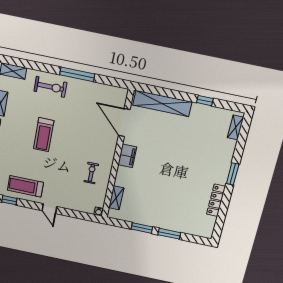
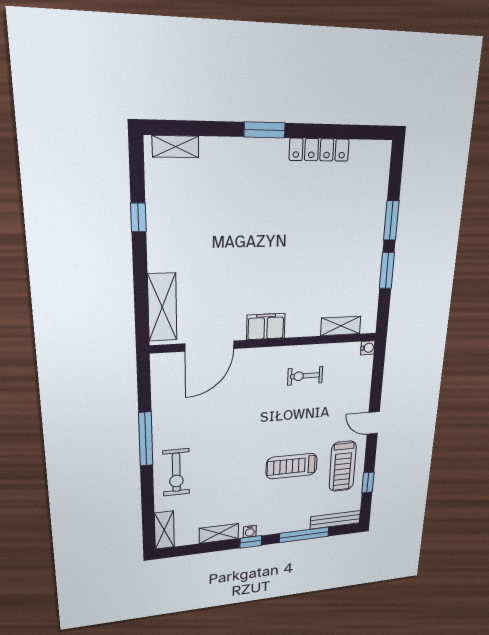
exercise bike: (50, 87) -> (176, 472), turned 180
shelving: (162, 104) -> (162, 307), width x0.68
treadmill: (44, 135) -> (292, 466), moved, turned 180
door: (50, 209) -> (373, 423), swing flipped

